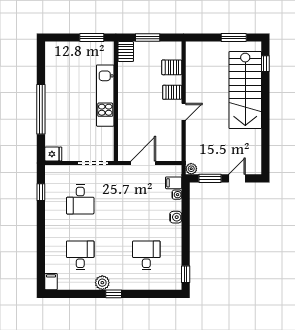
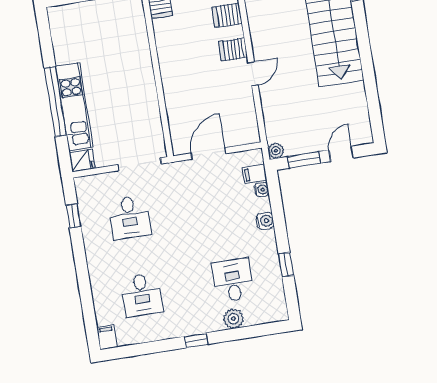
kitchen unit: (105, 96) -> (74, 107), moved, turned 180
desk: (80, 255) -> (142, 295), turned 180
window: (186, 274) -> (286, 265), moved
plant: (102, 283) -> (233, 319), moved

